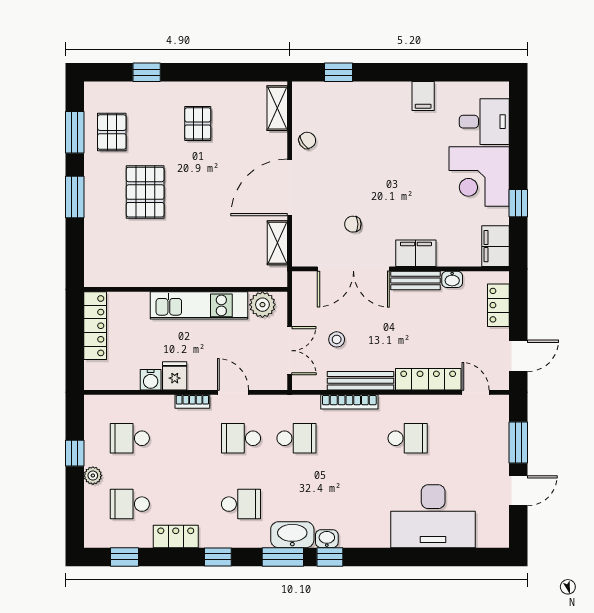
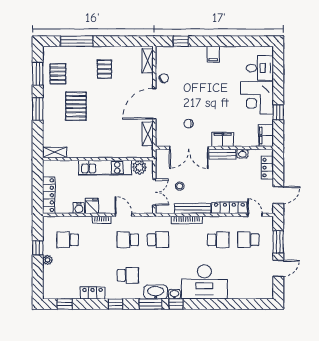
window: (147, 72) -> (77, 41), width x2.17
filing cabinet: (423, 96) -> (213, 54), moved
shelving: (106, 277) -> (55, 152), added
locker: (95, 326) -> (49, 195), moved
school desk: (130, 504) -> (248, 240), moved
desk: (433, 516) -> (204, 282), moved

